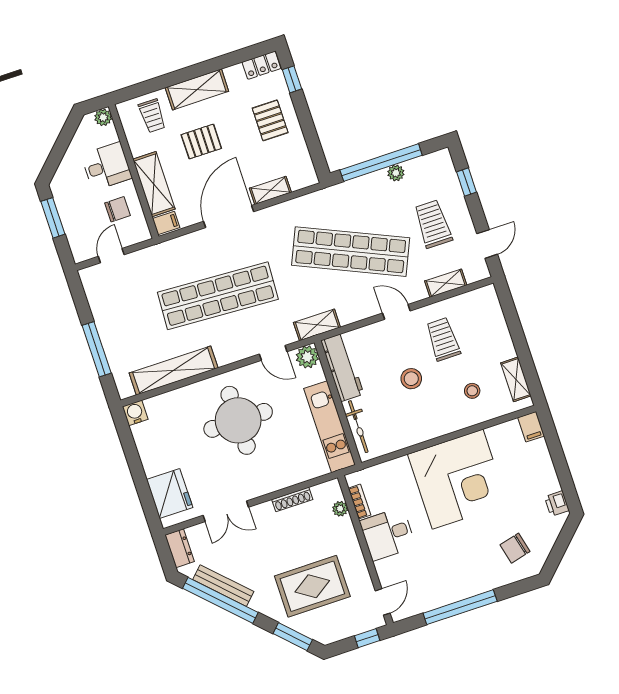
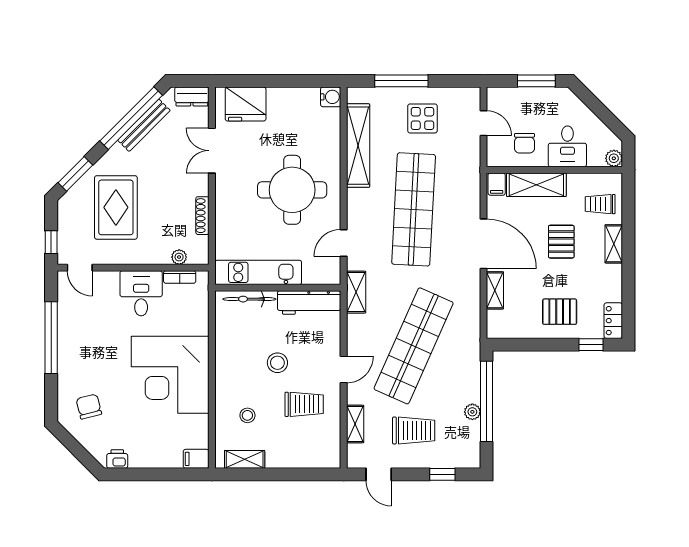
shelving: (197, 89) -> (614, 244), width x0.67, depth x0.75
display table: (126, 317) -> (422, 118), added
plant: (307, 357) -> (329, 273), removed

